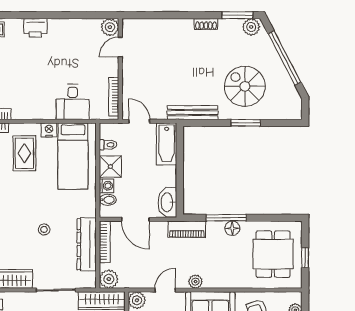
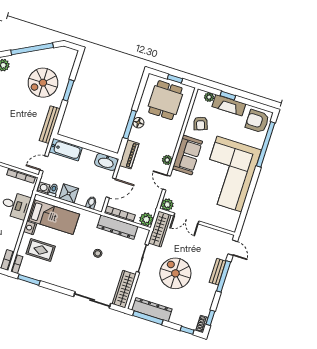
washing machine: (106, 186) -> (43, 188), moved
dining table: (273, 254) -> (165, 100), turned 90

